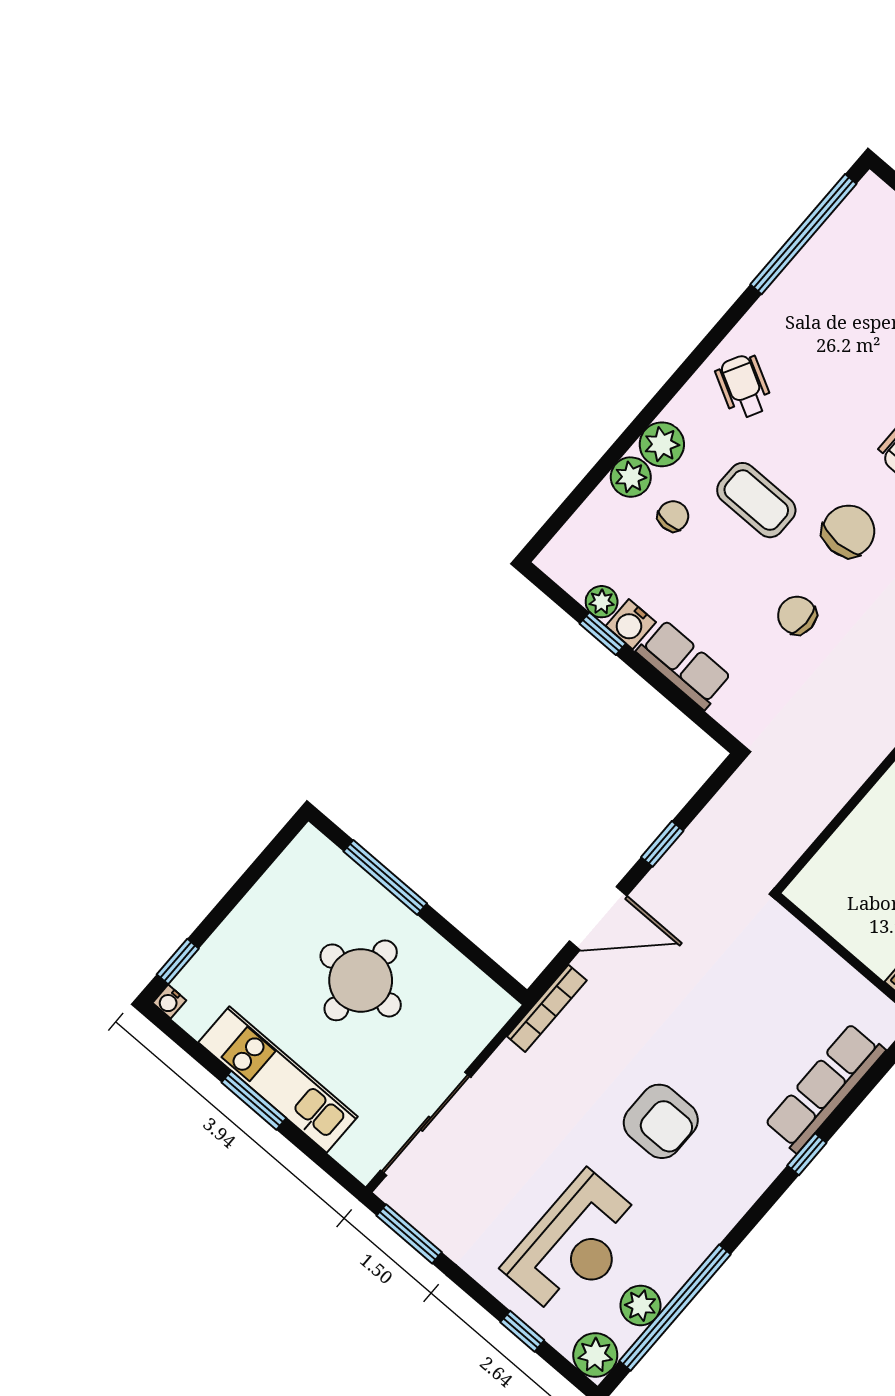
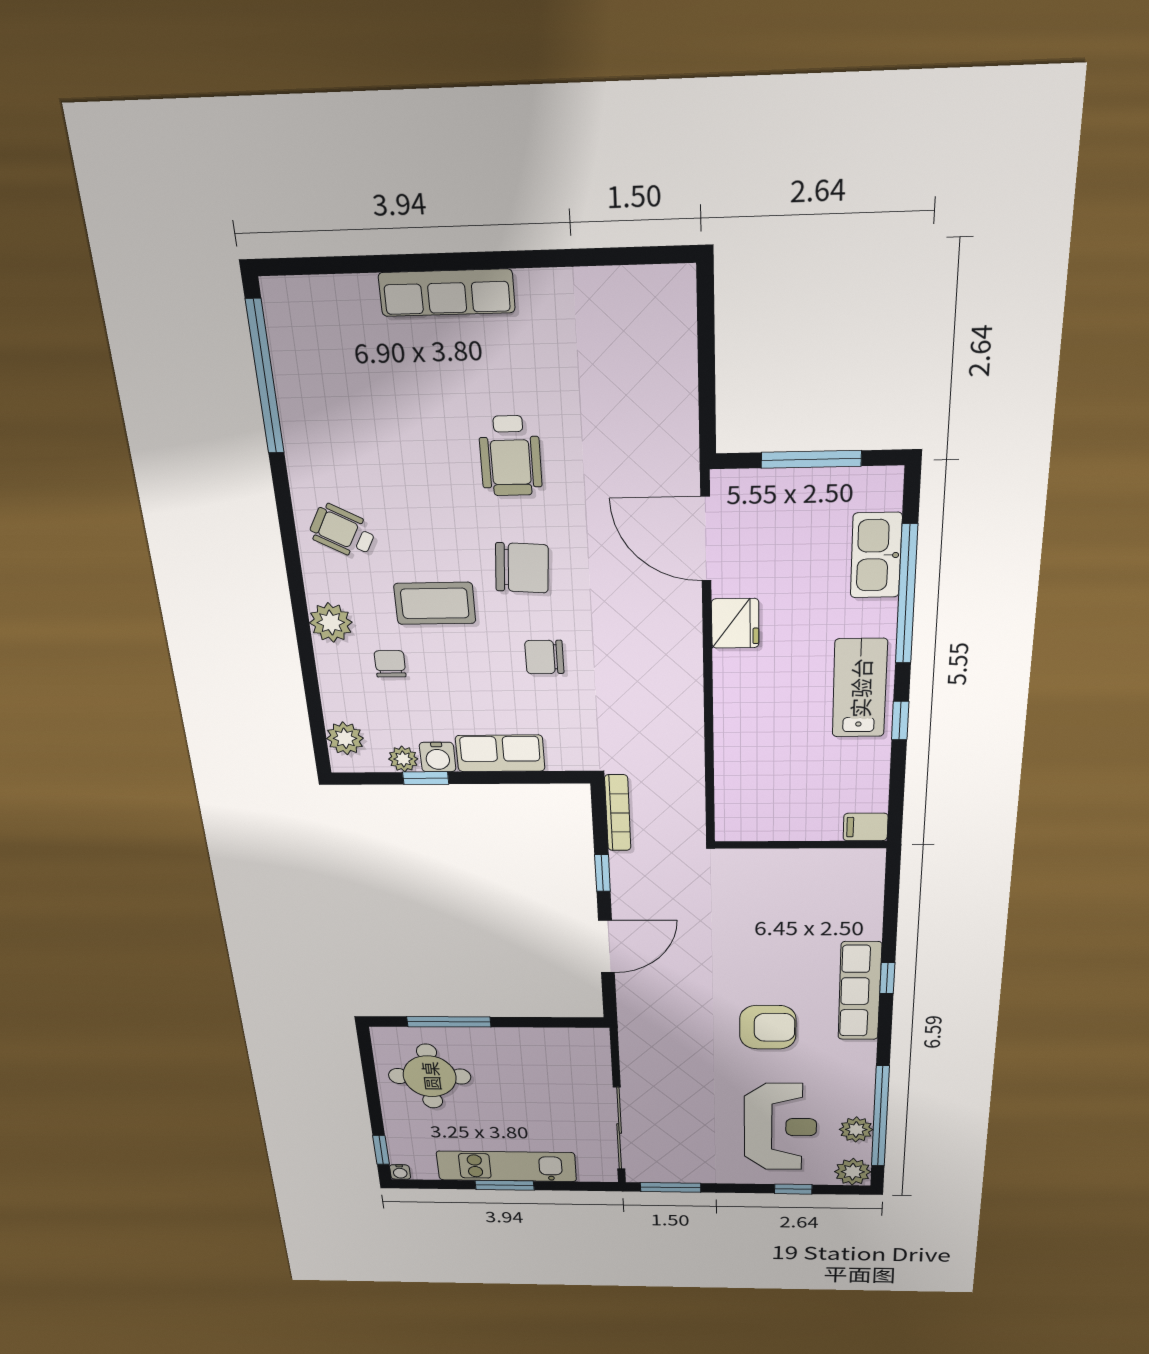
plant: (631, 477) -> (345, 738), moved
chair: (848, 531) -> (522, 568), turned 94
round table: (361, 980) -> (430, 1076), moved
bookcase: (547, 1008) -> (618, 813), moved
row of seats: (825, 1088) -> (860, 991), moved

